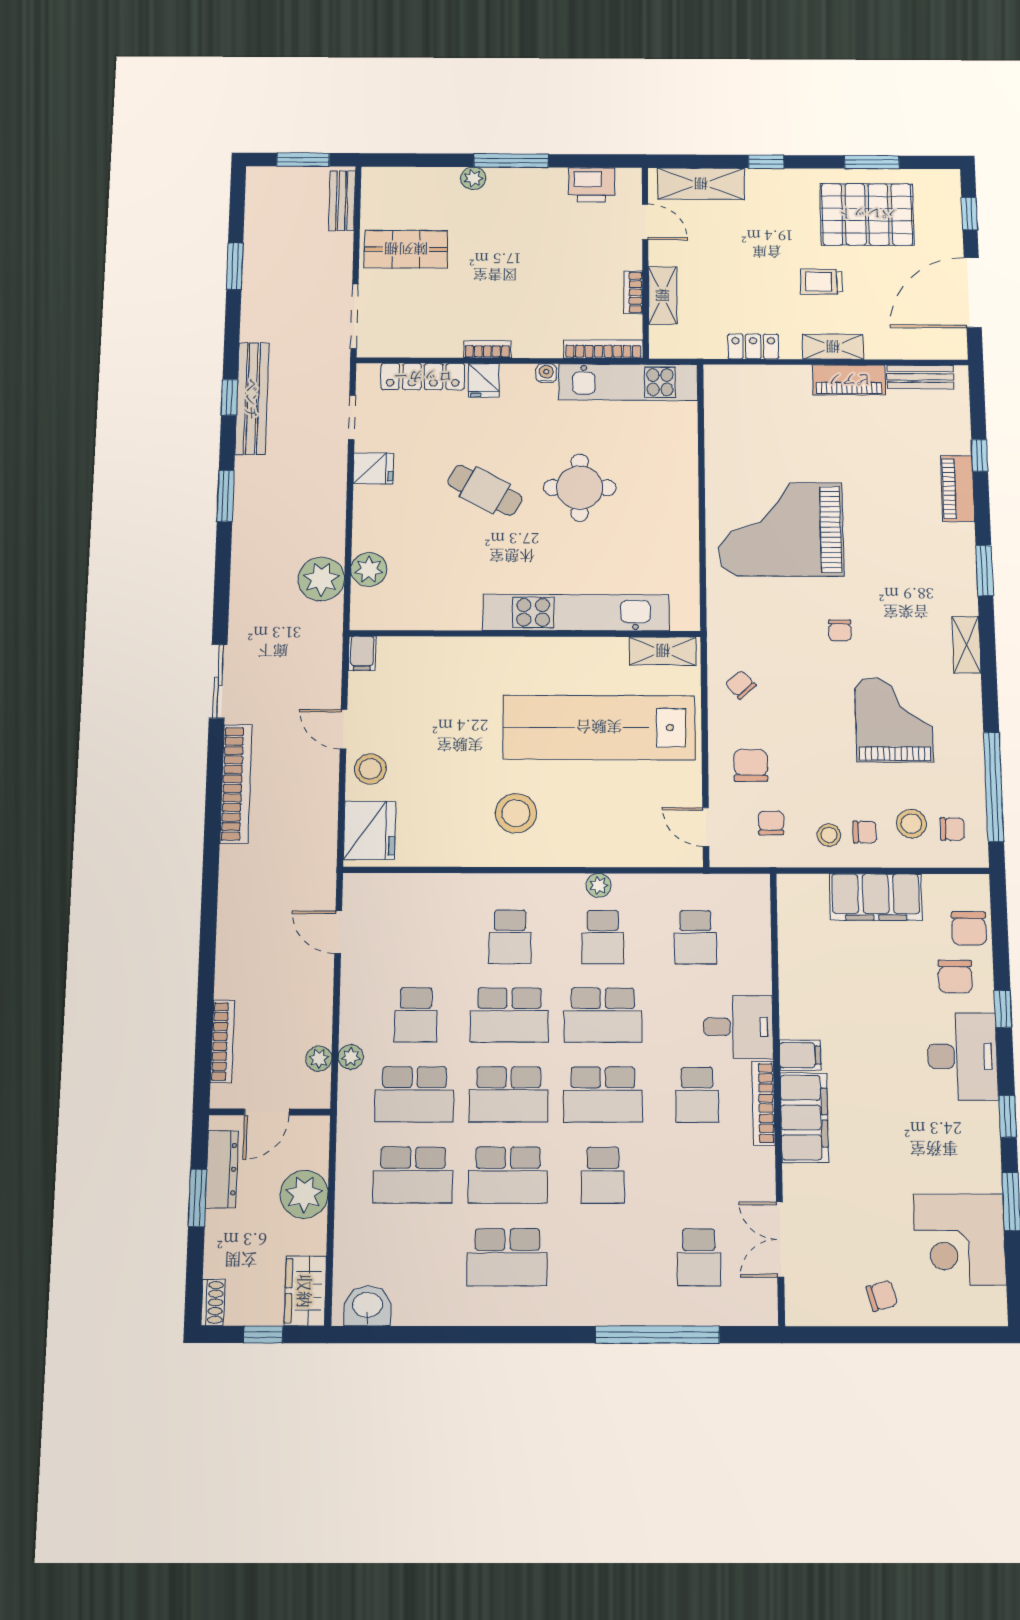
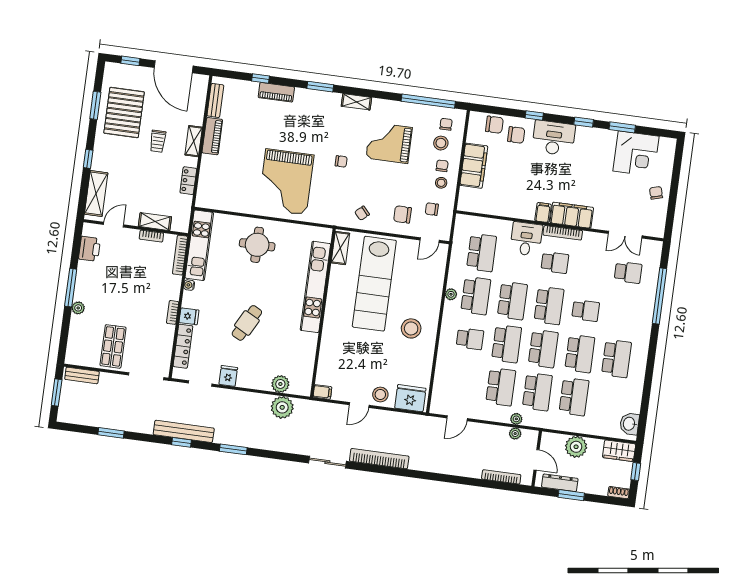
round table: (580, 488) -> (257, 245), moved
school desk: (603, 937) -> (476, 296), width x1.85
school desk: (695, 937) -> (482, 253), width x1.85
school desk: (416, 1015) -> (501, 387), width x1.85

